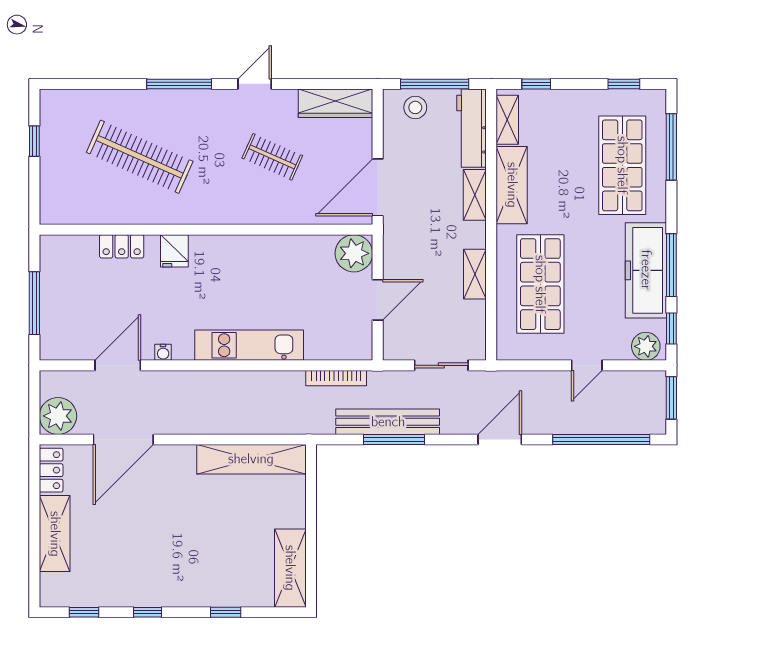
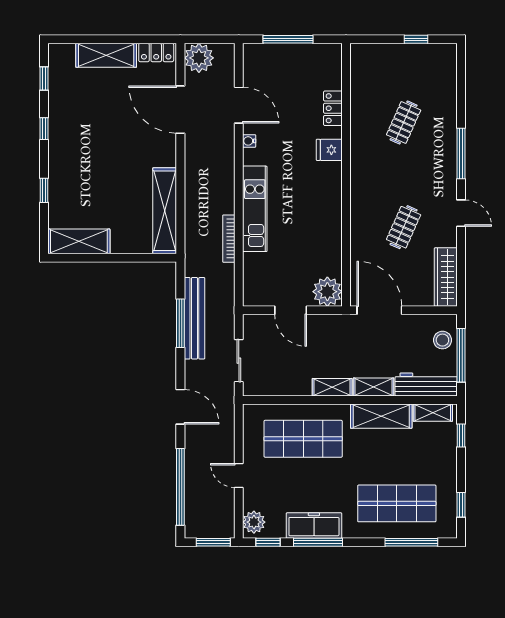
clothes rail: (140, 157) -> (404, 122), width x0.54, depth x0.76
freezer: (646, 270) -> (314, 526), width x0.73, depth x0.79
shelving: (475, 274) -> (332, 387), moved
bookcase: (336, 378) -> (229, 239), moved

